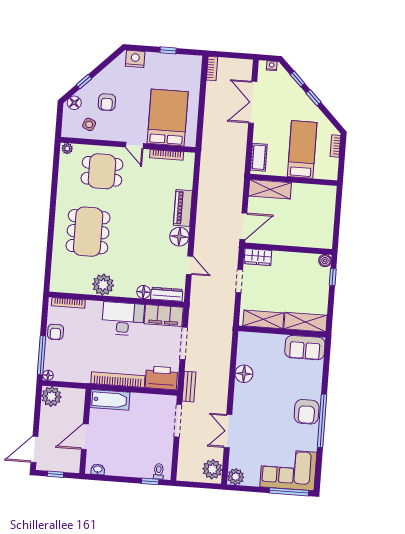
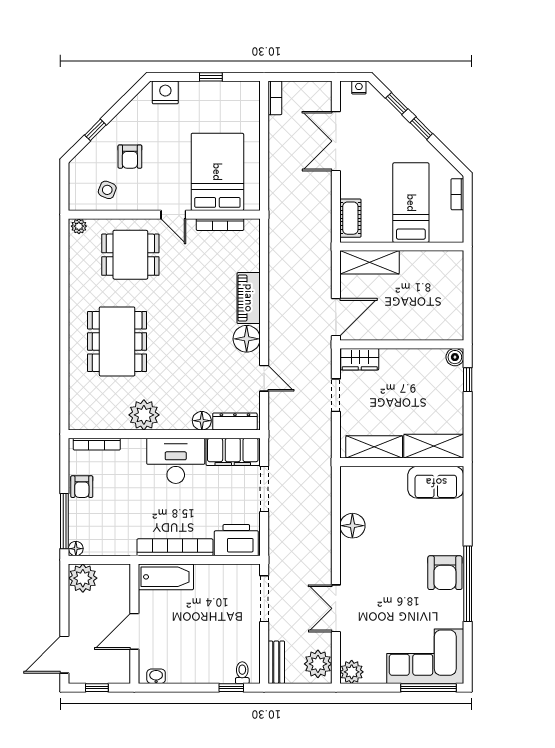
floor lamp: (74, 103) -> (84, 161), removed
bench: (189, 387) -> (276, 662), moved

